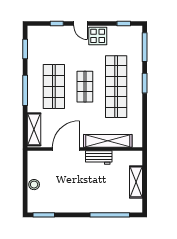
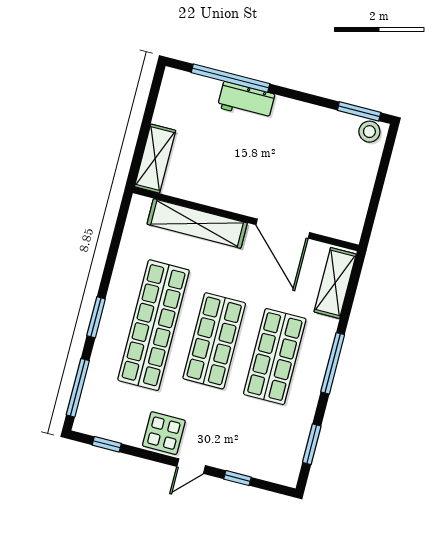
door: (80, 23) -> (191, 466), swing flipped
shop shelf: (85, 87) -> (214, 341), width x1.43, depth x1.36
door: (66, 149) -> (283, 229), hinge flipped
workbench: (99, 158) -> (246, 101), moved, turned 180
shelving: (136, 182) -> (155, 159), moved
stool: (34, 185) -> (369, 132), moved

